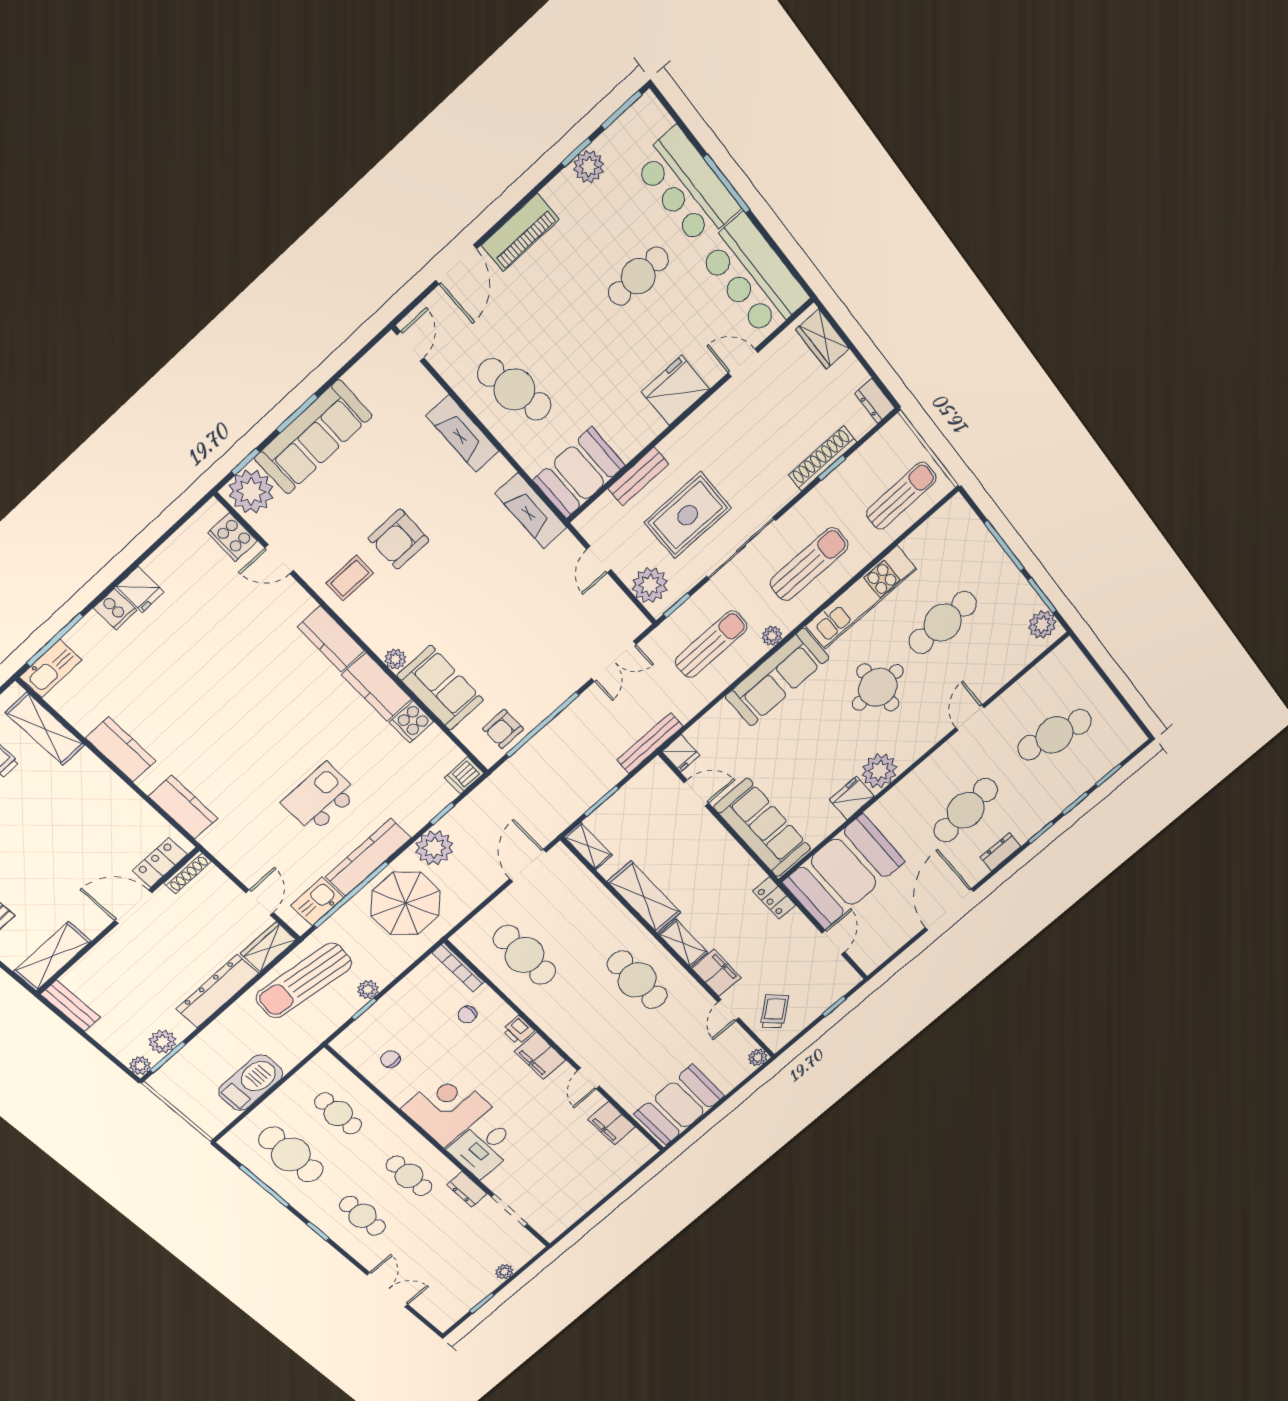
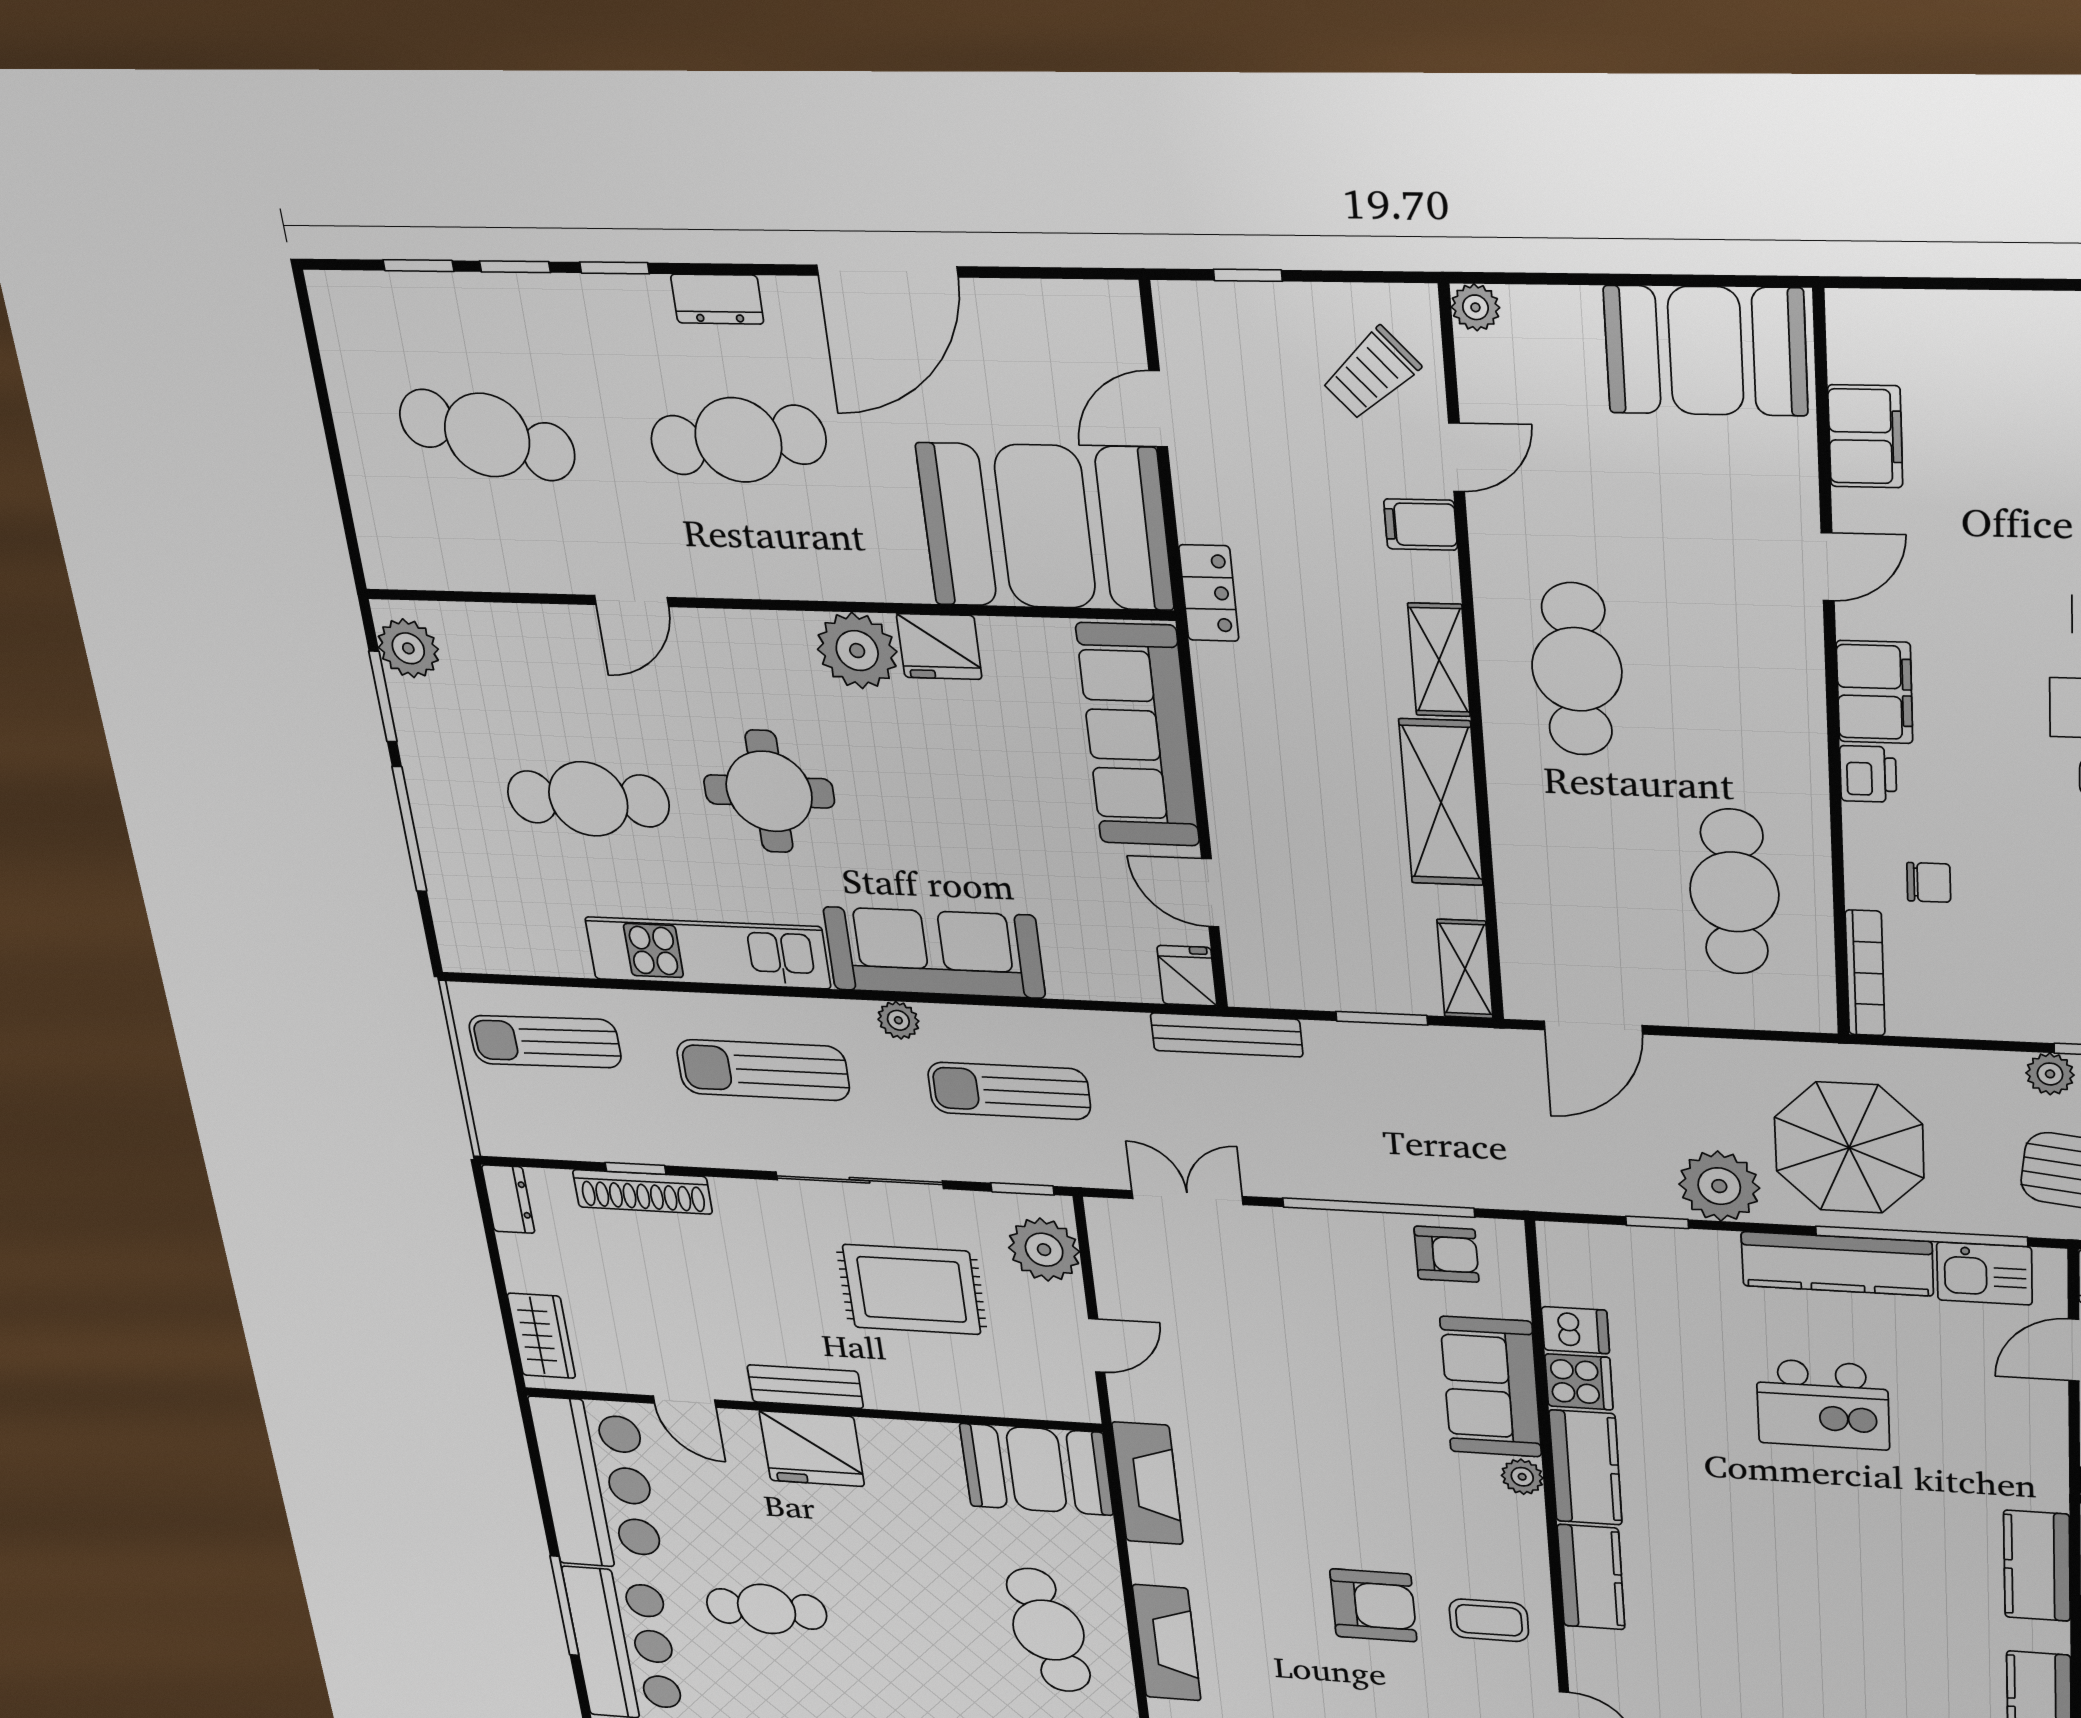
bench: (638, 476) -> (805, 1387), moved
dishwasher: (464, 775) -> (1575, 1330), moved
filing cabinet: (716, 973) -> (1421, 525), width x0.50

